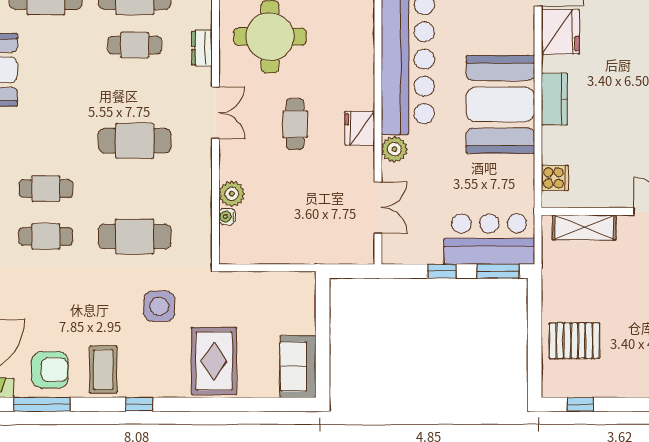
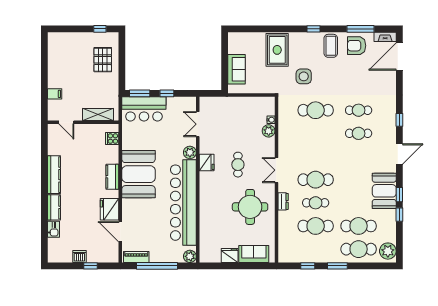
cafe table: (135, 141) -> (316, 180), moved
pallet: (574, 341) -> (103, 60), turned 90
sofa: (298, 367) -> (237, 69), moved

